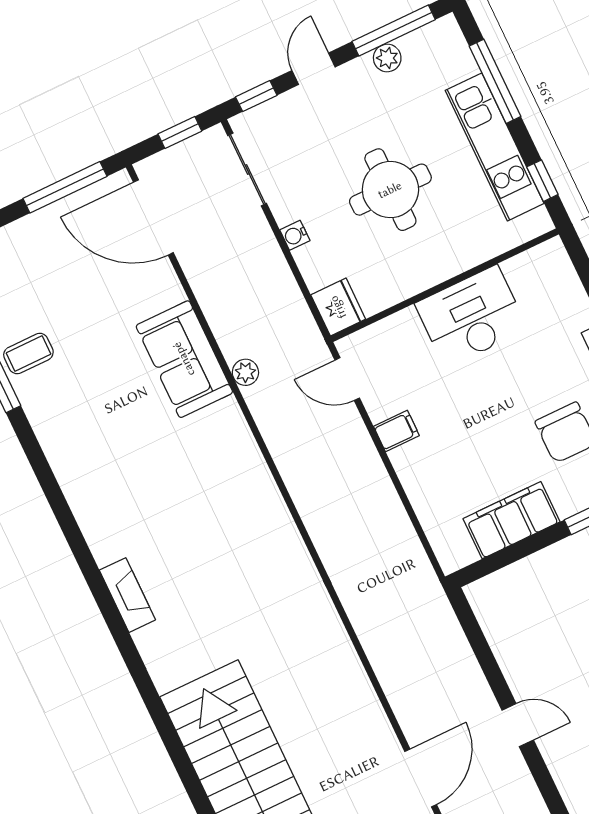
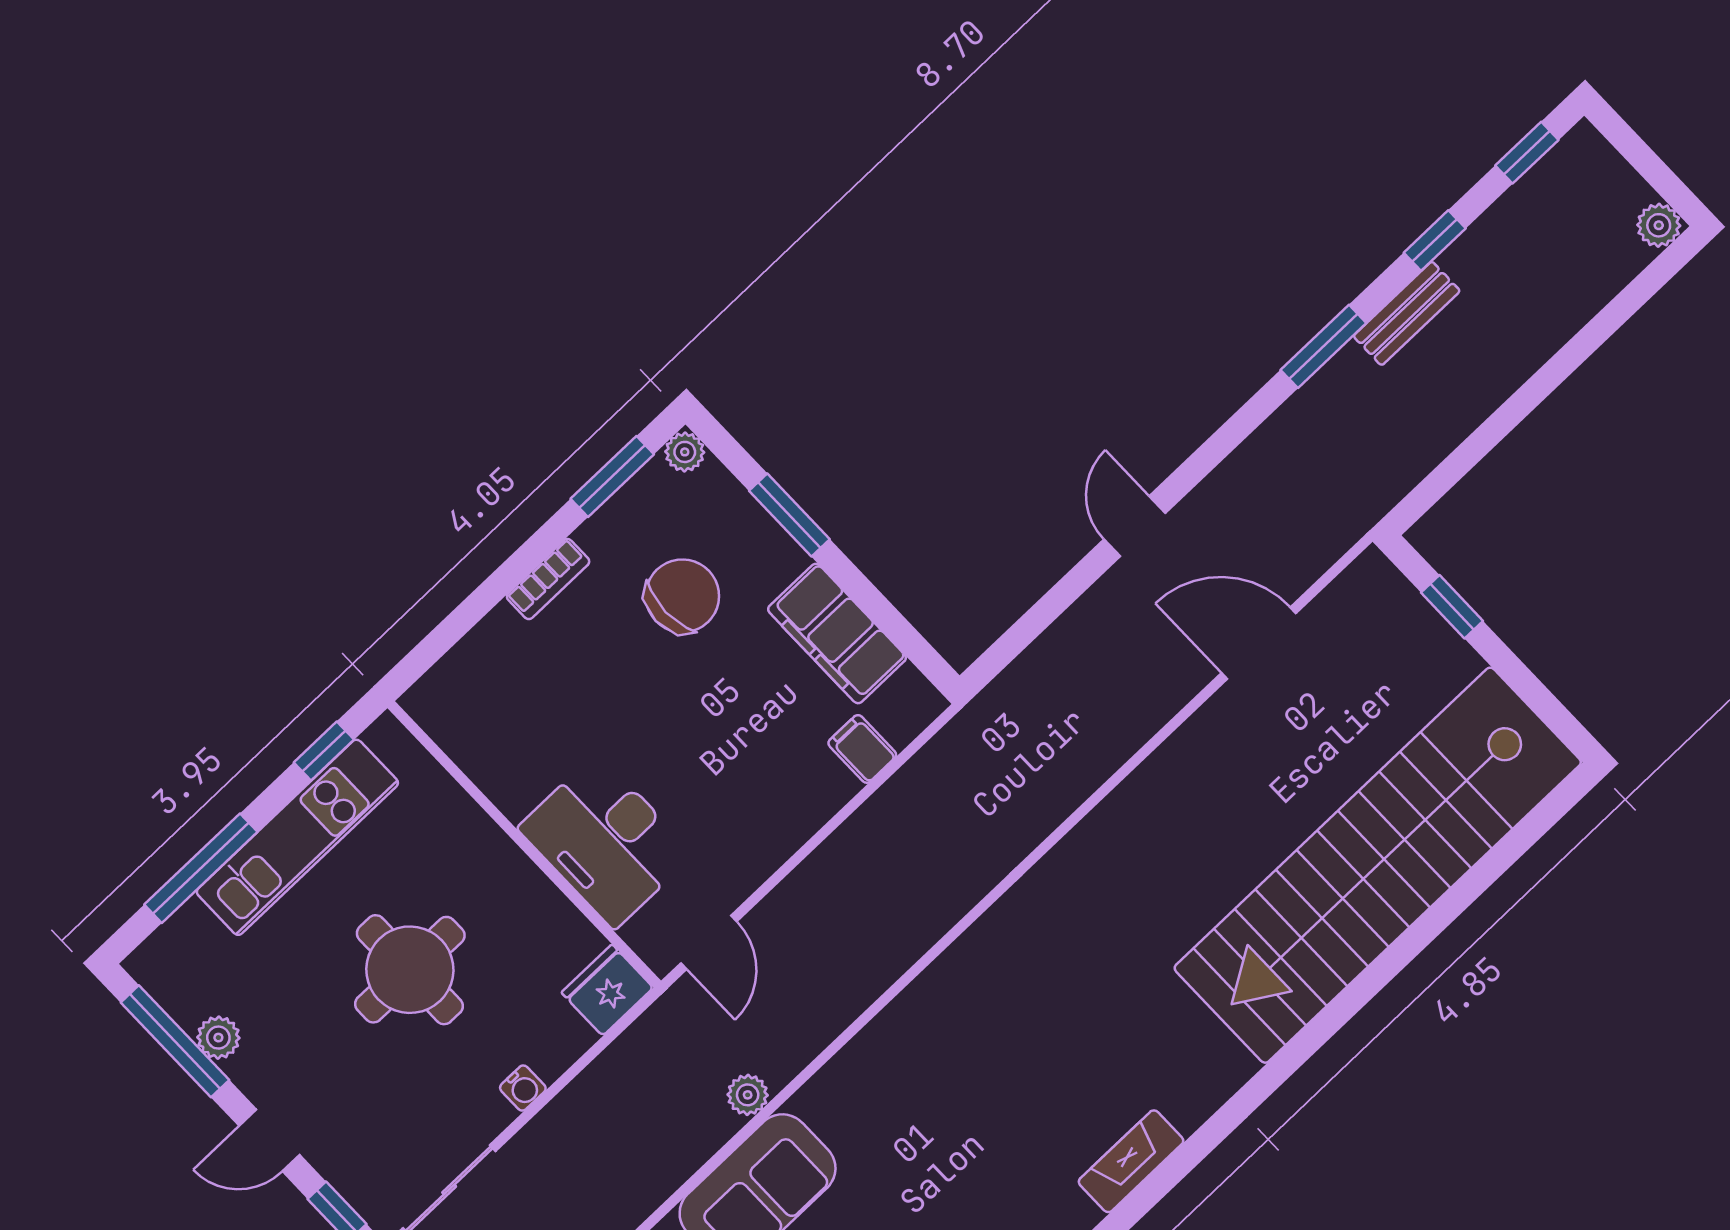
desk: (471, 316) -> (606, 841), moved
filing cabinet: (396, 431) -> (862, 749), moved

